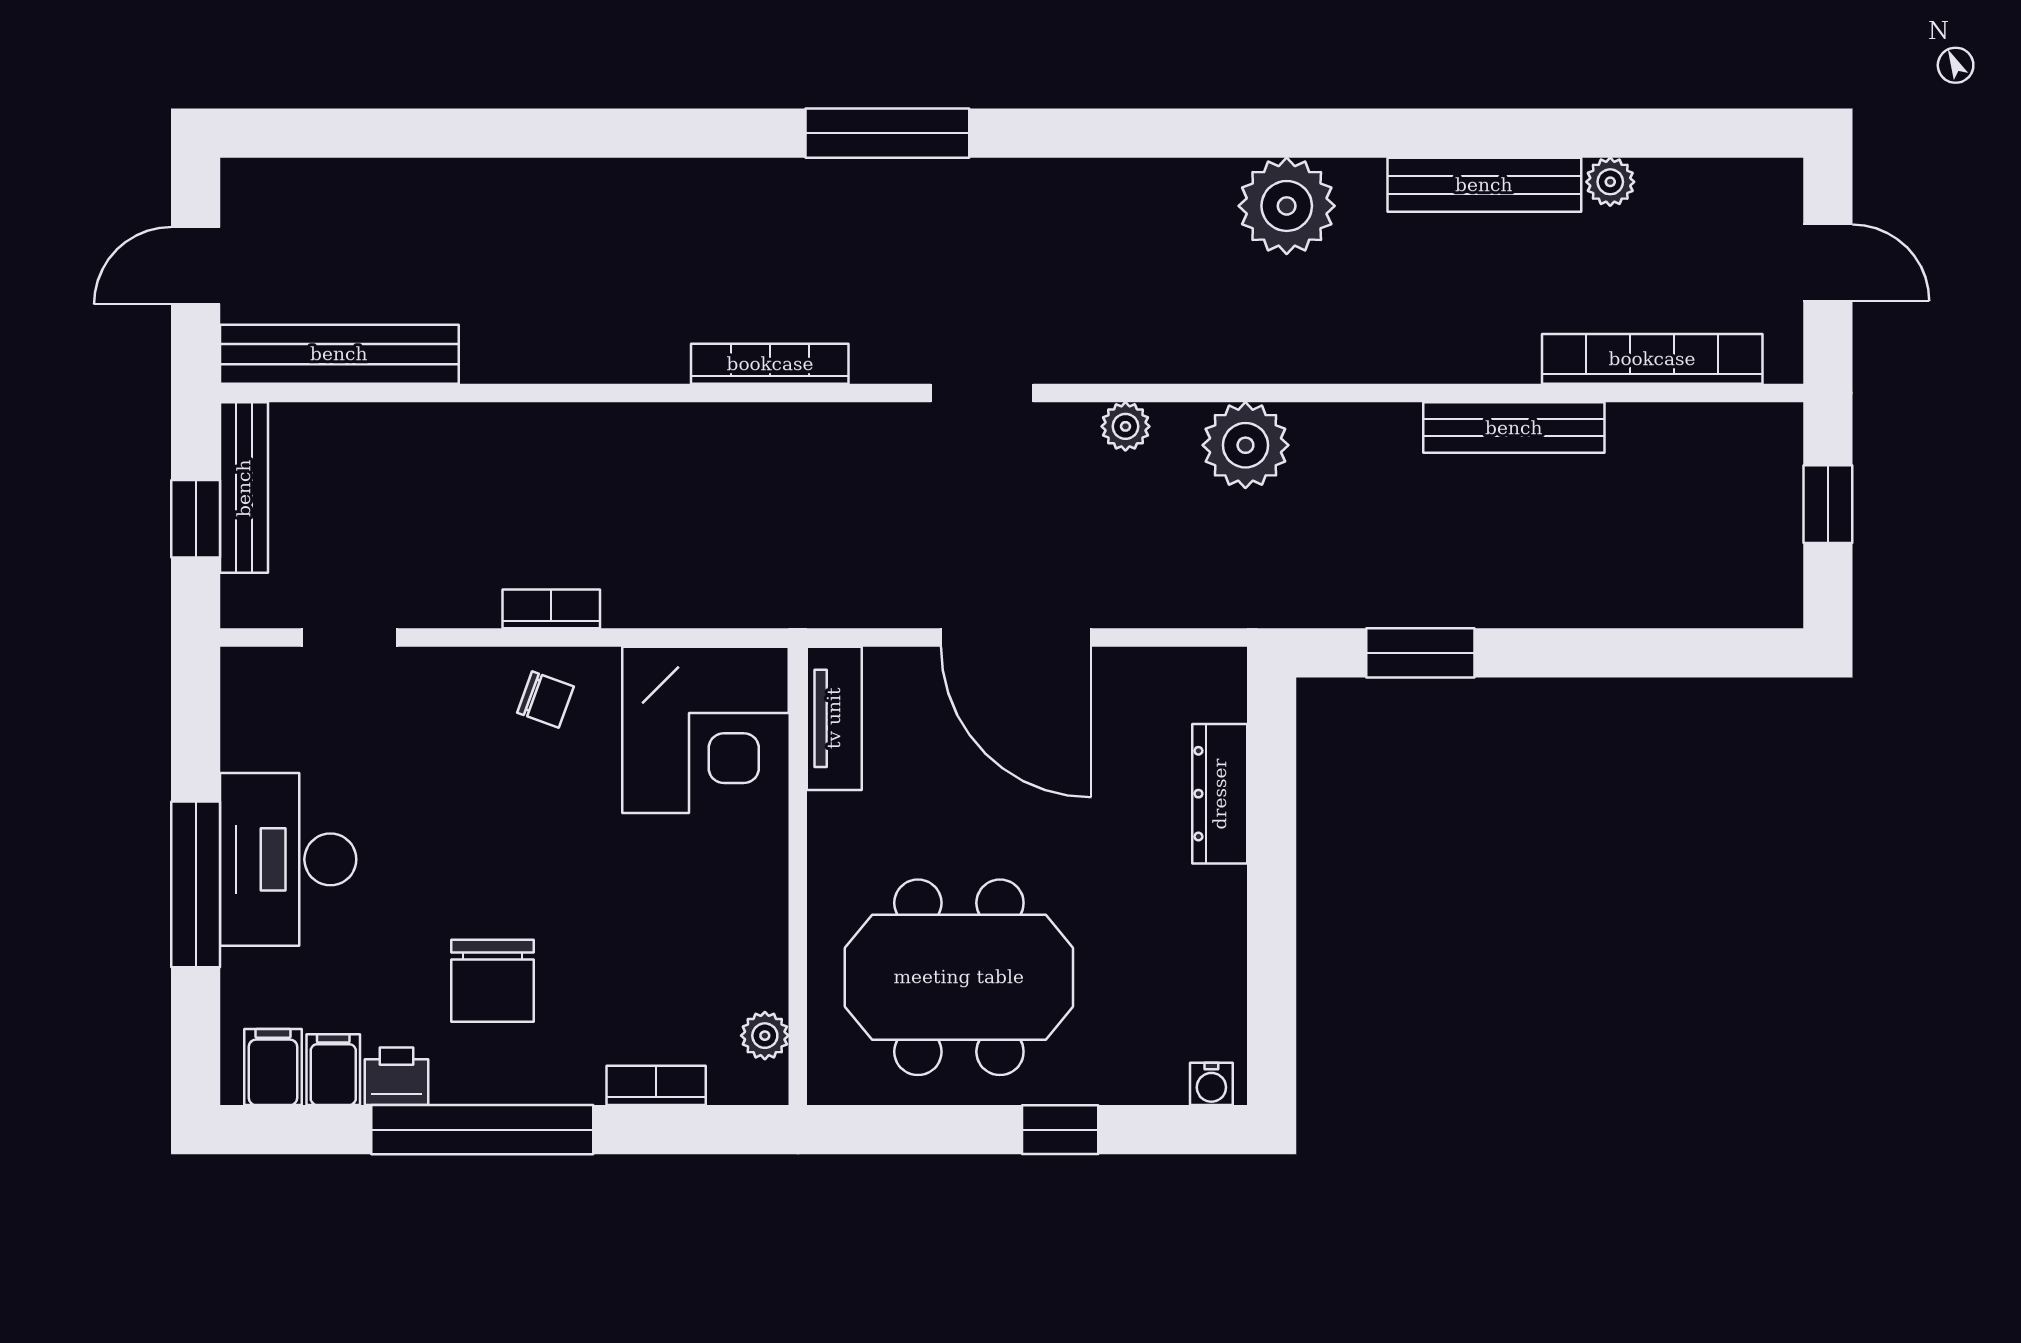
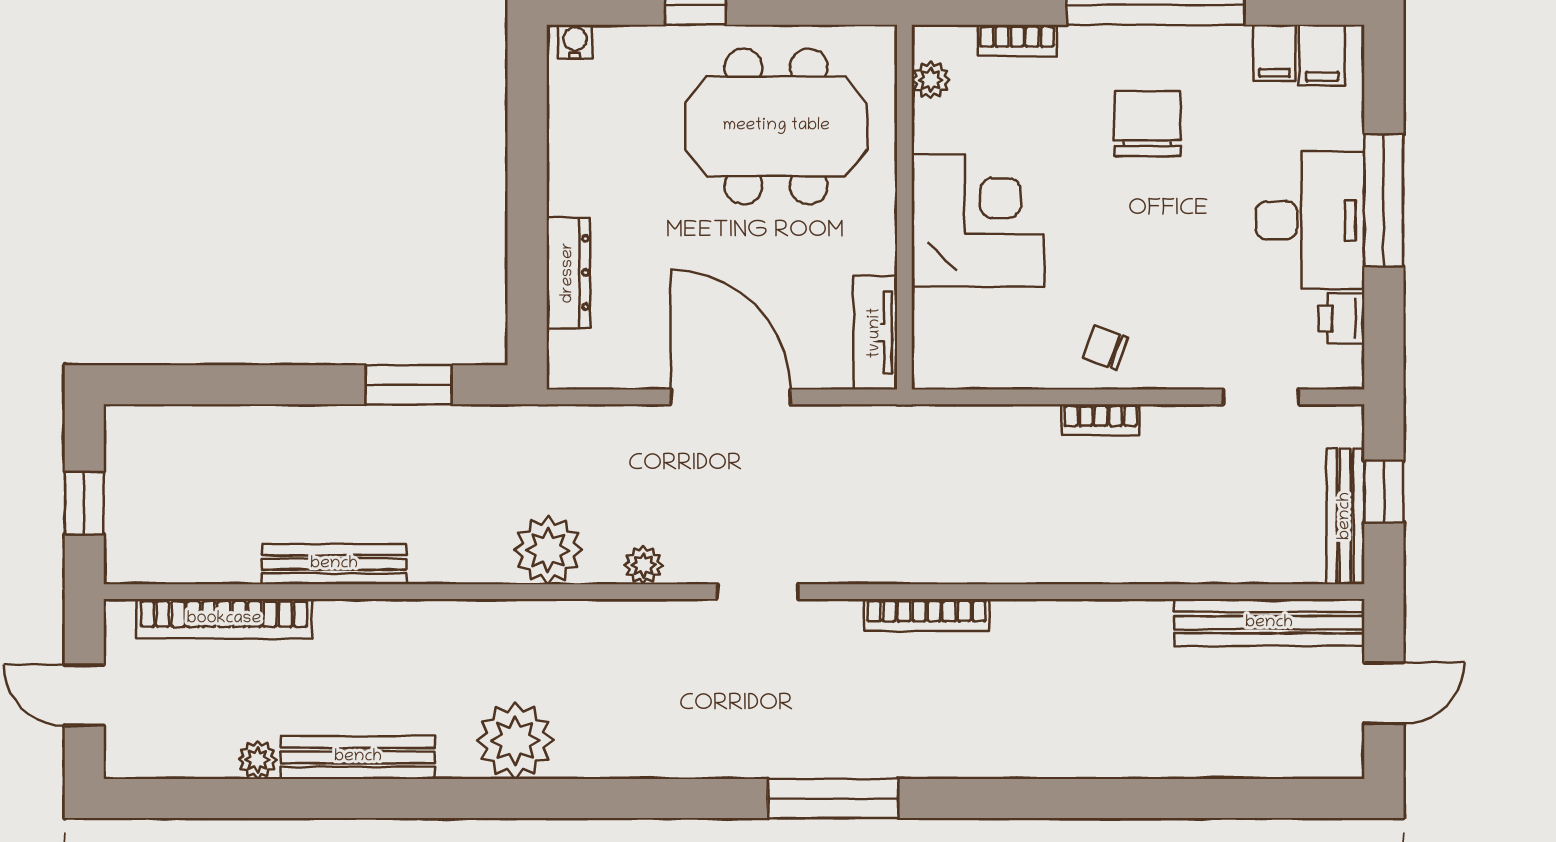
corner desk: (705, 730) -> (978, 221), moved, turned 90
printer: (396, 1076) -> (1341, 318), moved, turned 90

